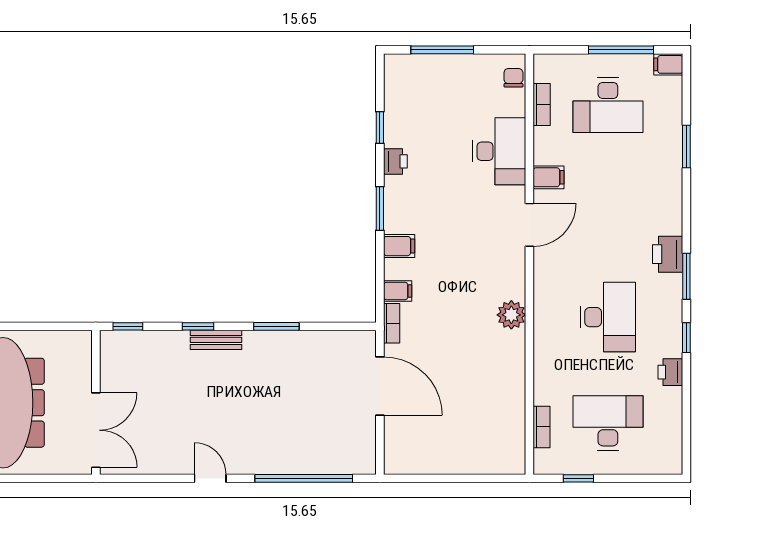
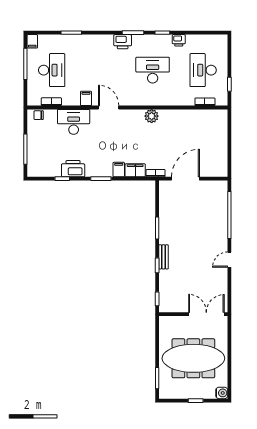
printer: (395, 161) -> (73, 169), width x1.87, depth x1.48
filing cabinet: (398, 291) -> (135, 170), width x2.00

